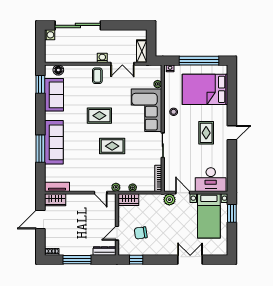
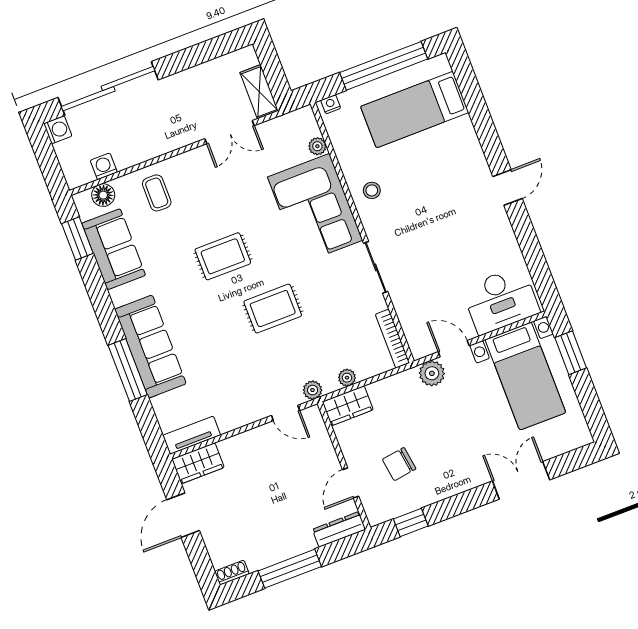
washing machine: (102, 58) -> (104, 166), moved
coffee table: (97, 76) -> (157, 193), moved
bed: (205, 89) -> (415, 110), width x0.67
rug: (206, 133) -> (455, 208), removed

